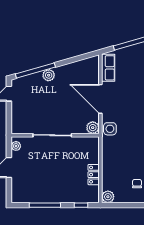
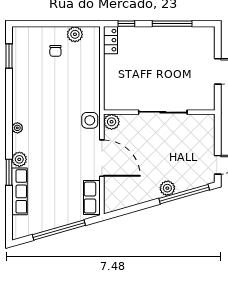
plant: (16, 146) -> (209, 99), removed
locker: (94, 175) -> (111, 40), moved
plant: (108, 197) -> (75, 34), moved

